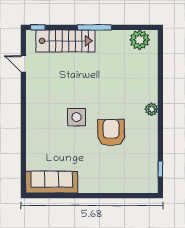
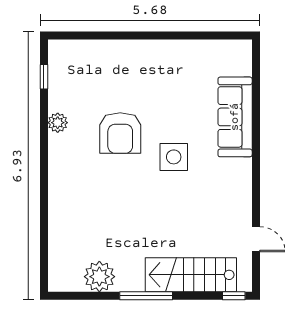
plant: (140, 40) -> (99, 277), moved
plant: (152, 109) -> (58, 123), moved
sofa: (52, 182) -> (235, 117), moved, turned 90

